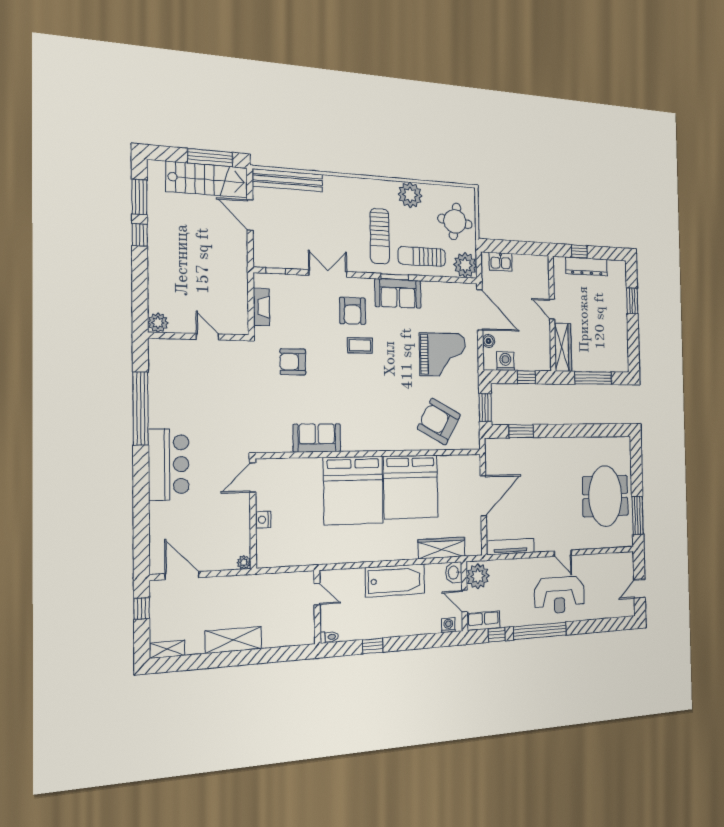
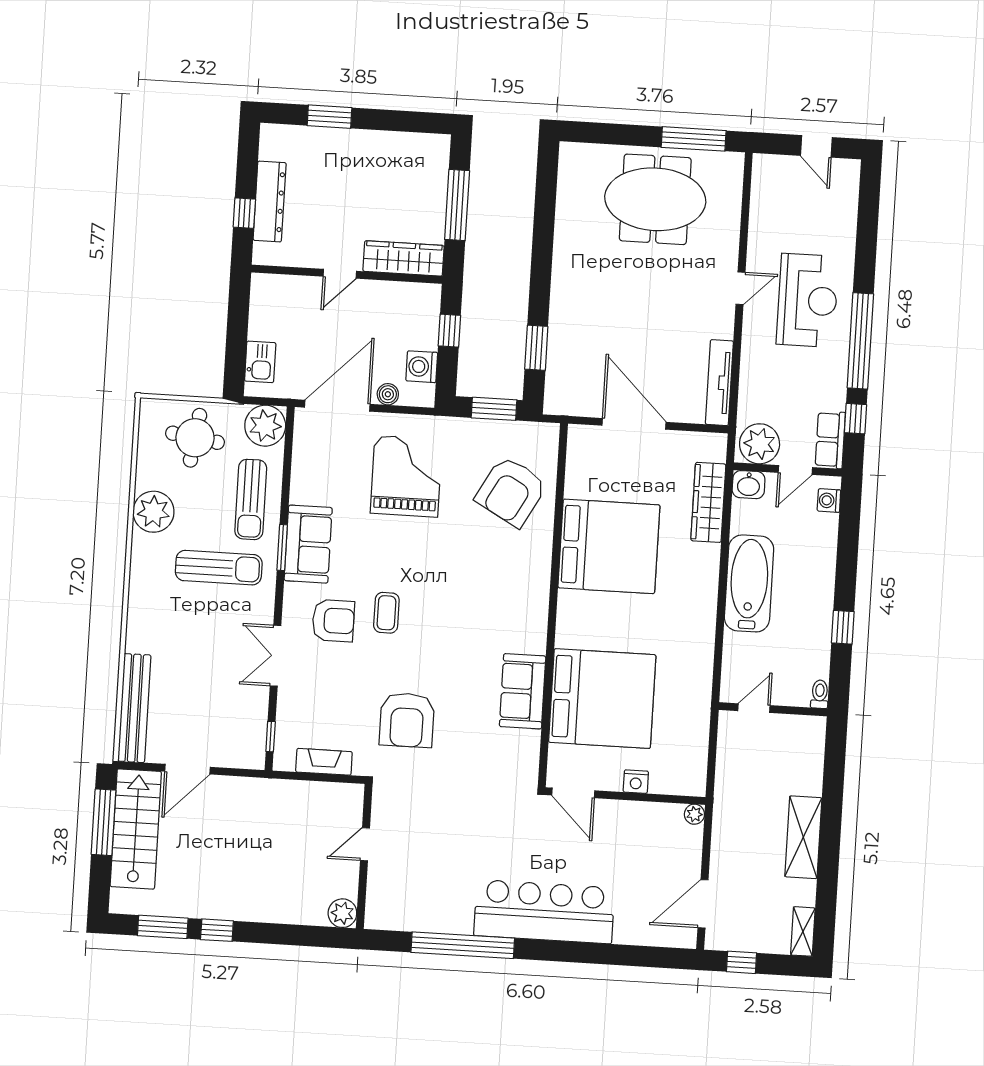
armchair: (293, 362) -> (407, 720), width x1.36, depth x1.36
bar counter: (169, 464) -> (544, 912), width x1.36
bed: (353, 490) -> (602, 699), moved

